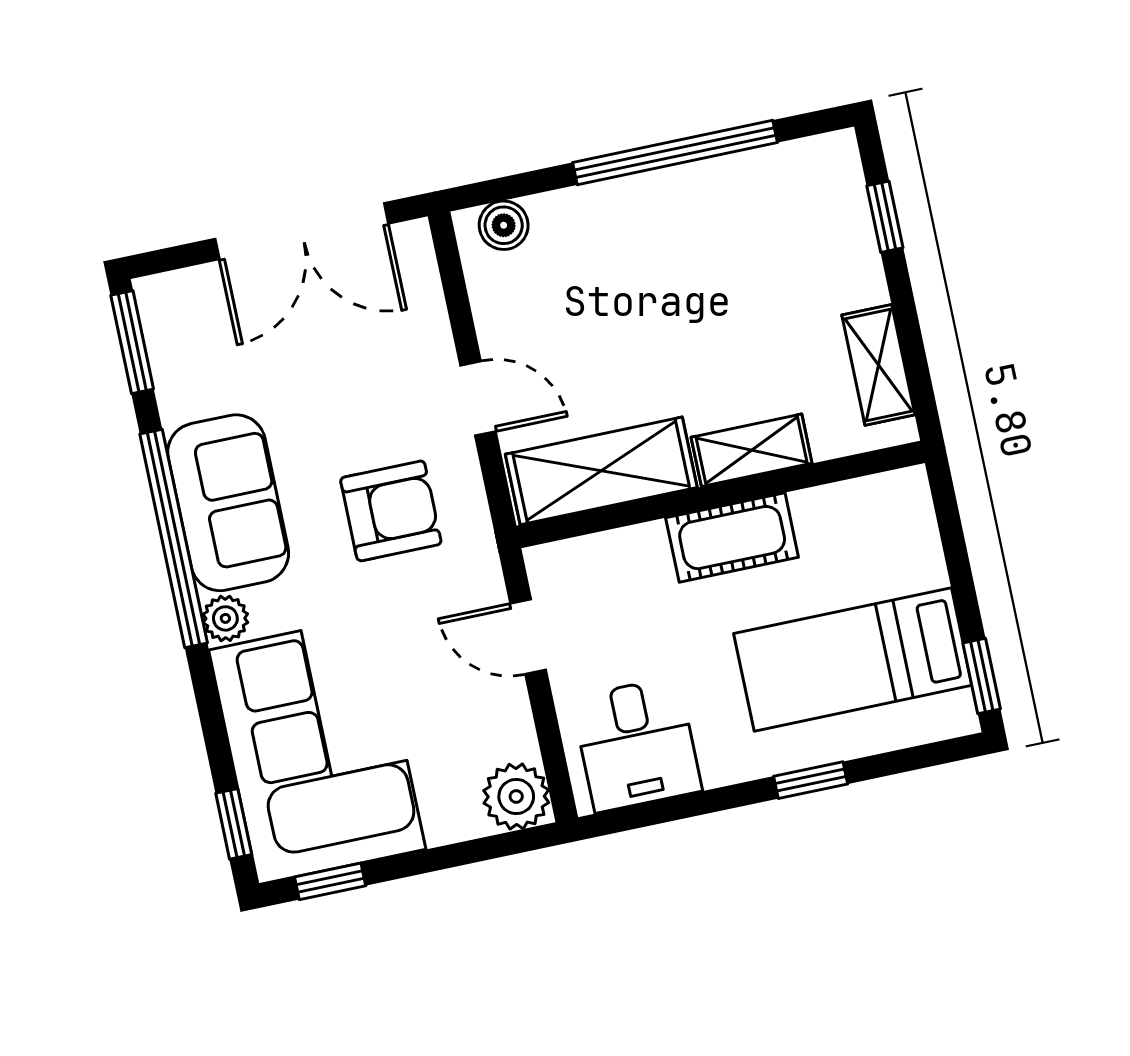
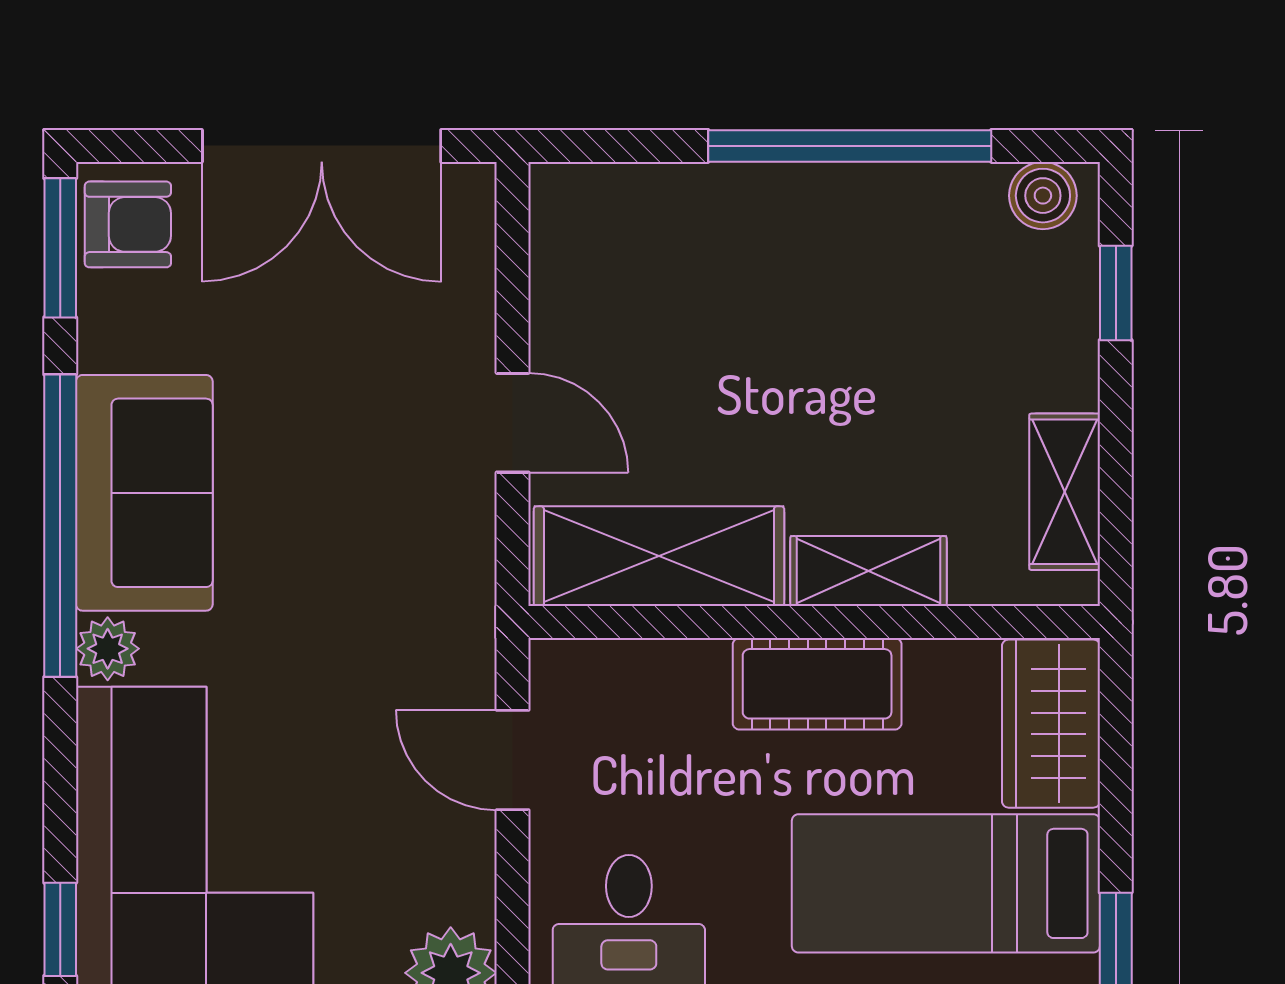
boiler: (504, 225) -> (1043, 196), moved
armchair: (391, 511) -> (128, 224), moved, width x0.72, depth x0.72
wardrobe: (903, 531) -> (1051, 724), added

